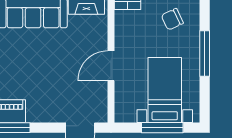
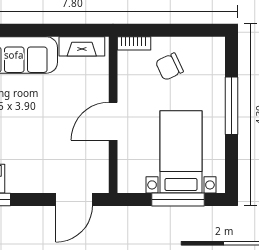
chair: (172, 19) -> (169, 67), moved

